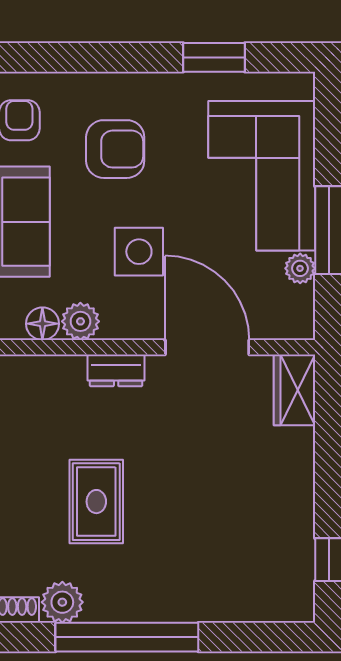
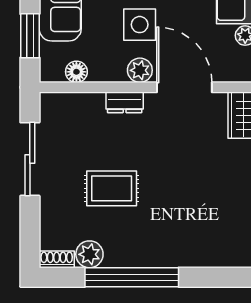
plant: (80, 321) -> (140, 70), moved
rug: (96, 502) -> (112, 188), turned 90

